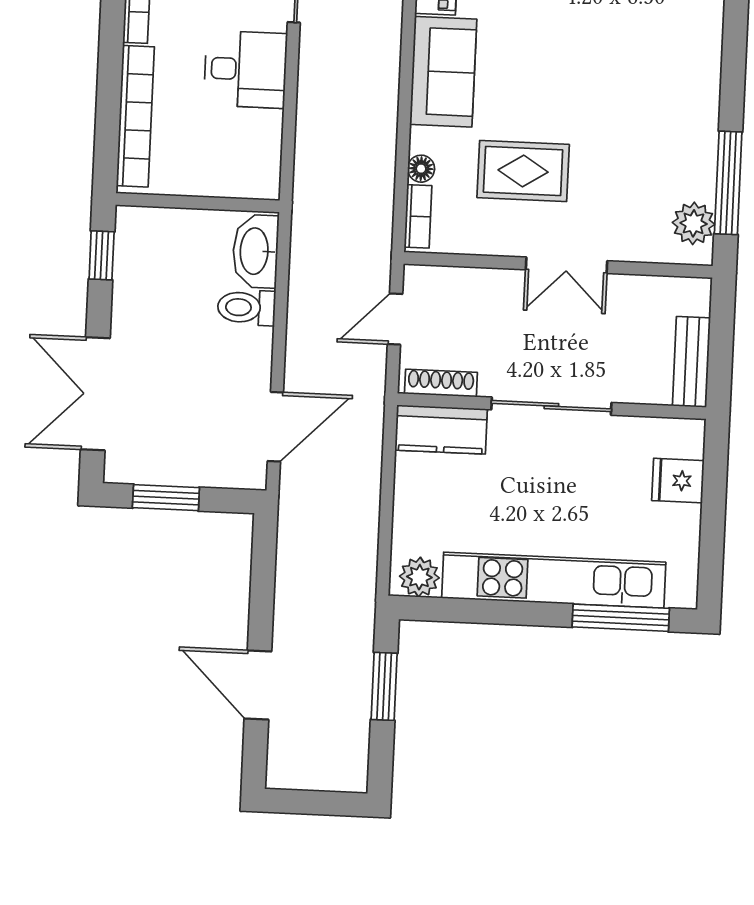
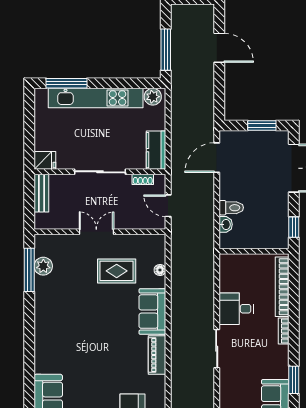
bookcase: (418, 216) -> (160, 250), removed
plant: (694, 223) -> (43, 266), moved
washbasin: (255, 251) -> (226, 224), width x0.52, depth x0.69
door: (395, 319) -> (168, 206), swing flipped
shoe rack: (441, 383) -> (143, 179), width x0.70
kitchen counter: (441, 430) -> (156, 150), moved, turned -90
fridge: (678, 481) -> (45, 160), moved
window: (384, 686) -> (166, 50), width x1.44

